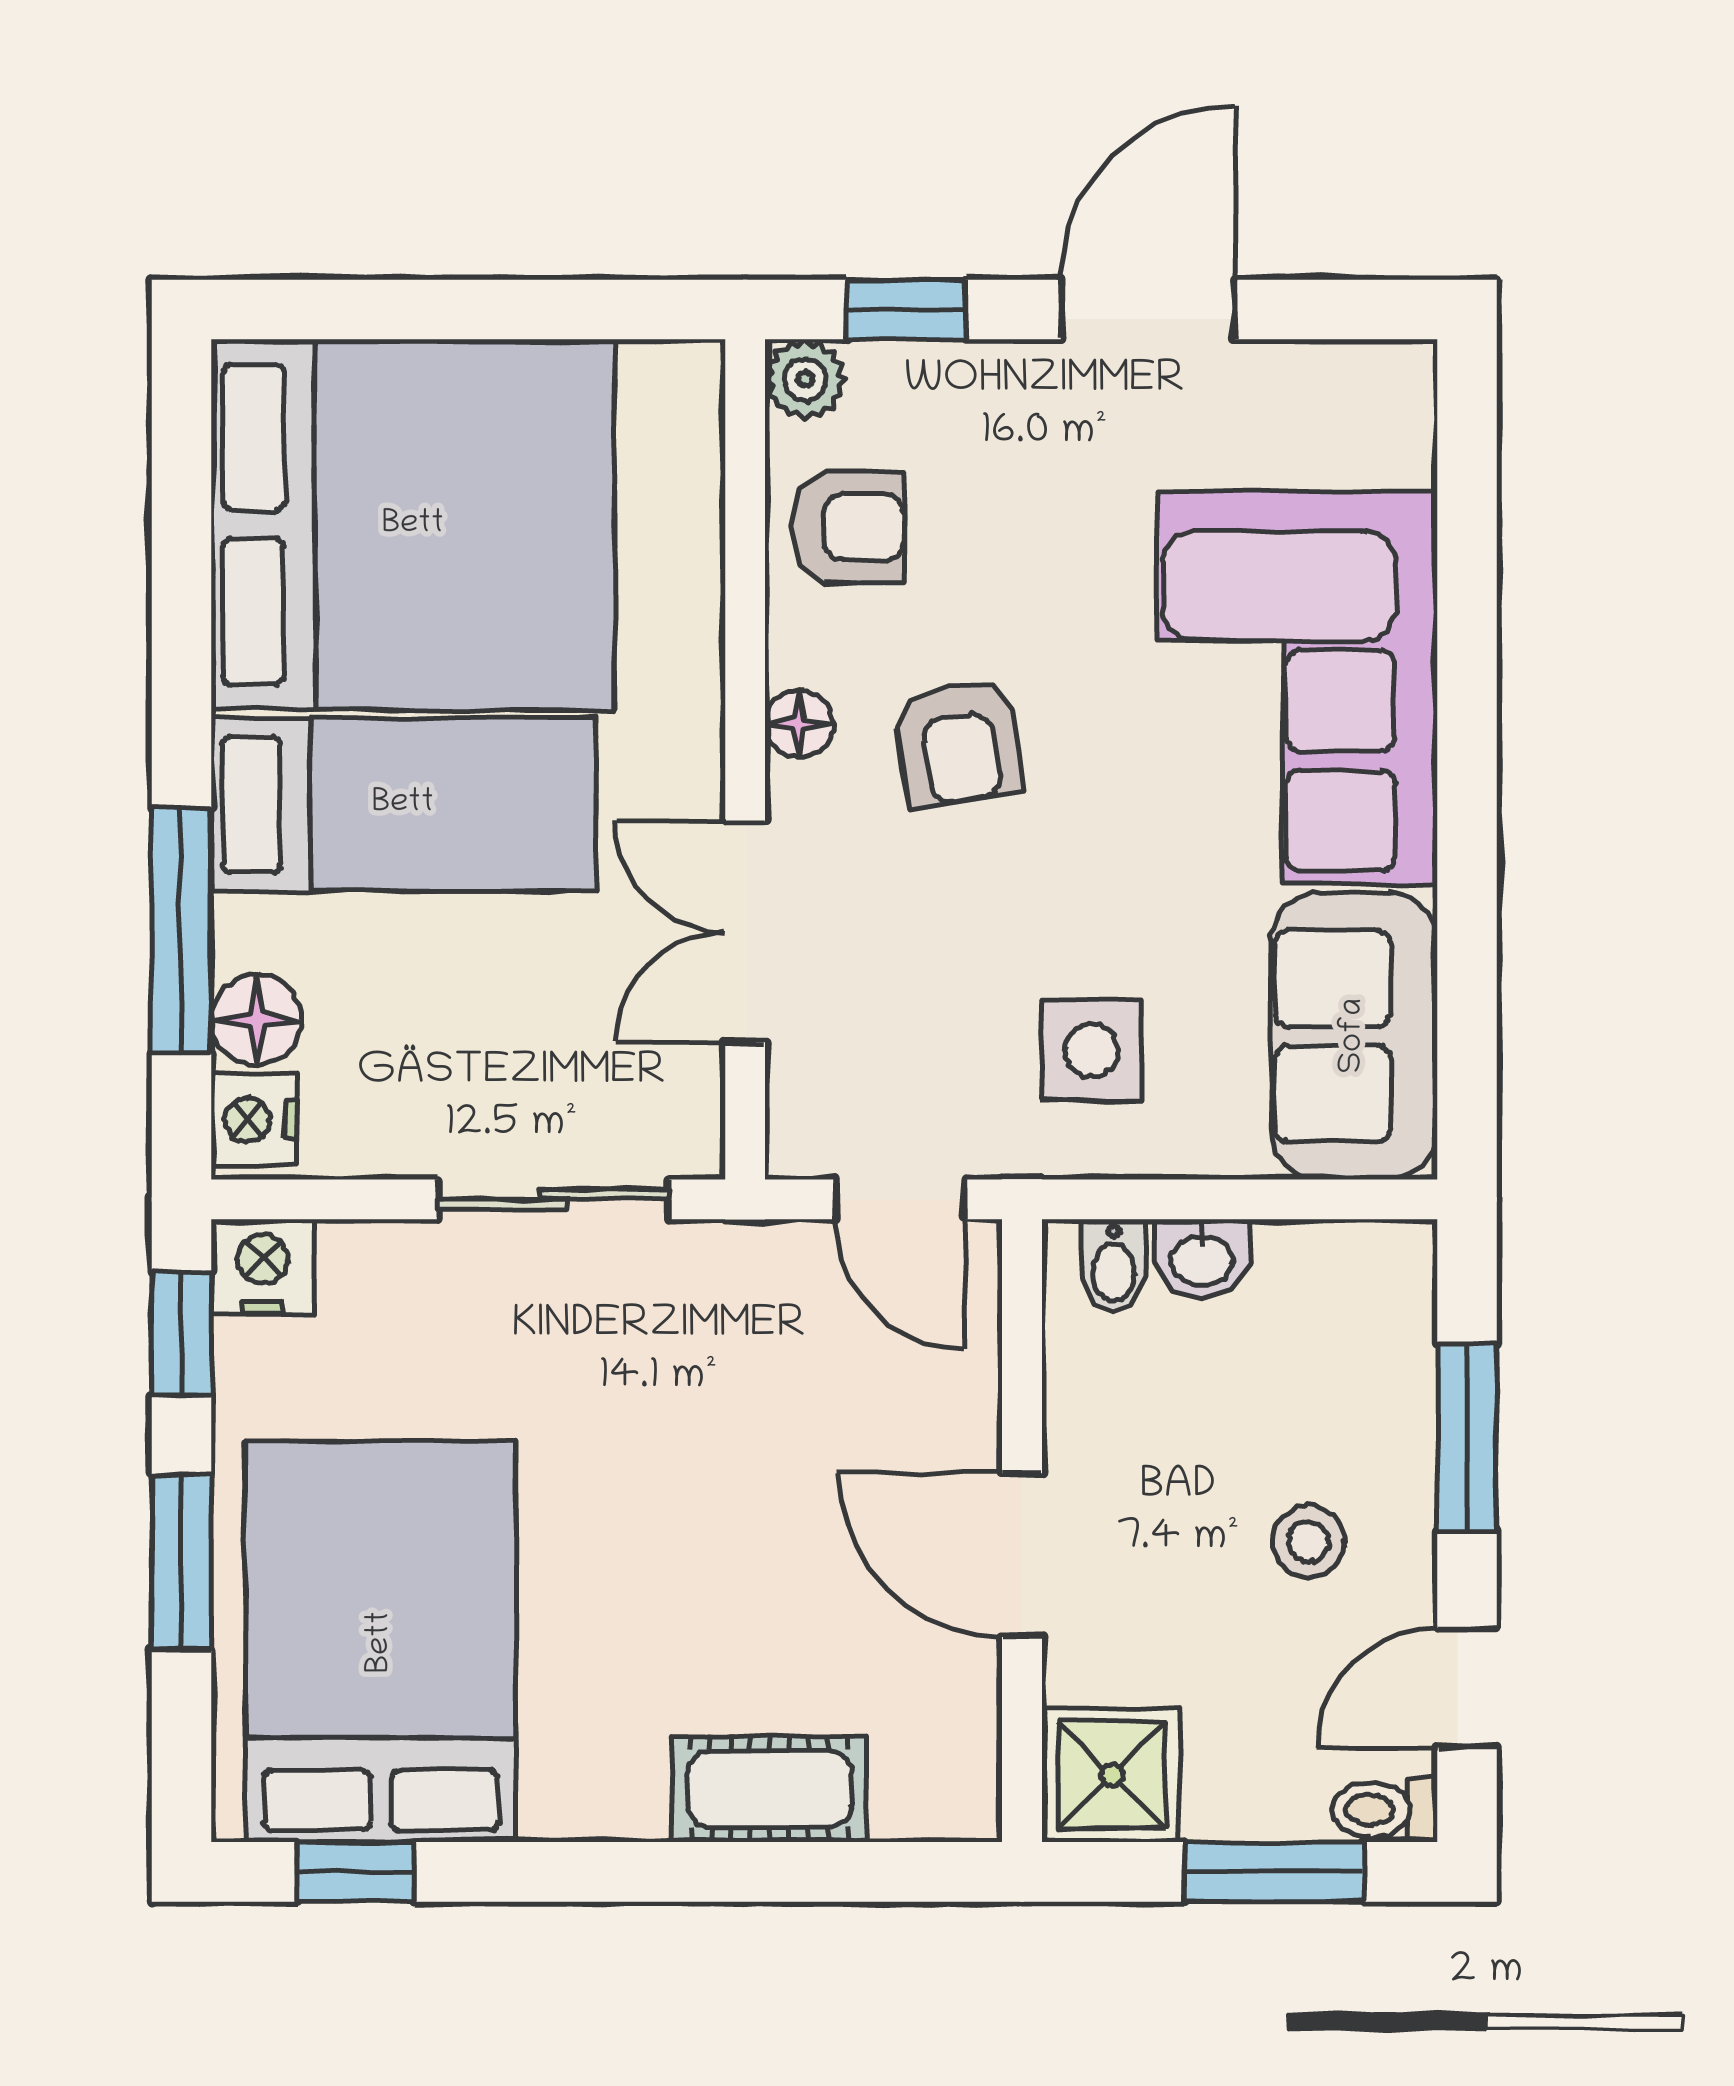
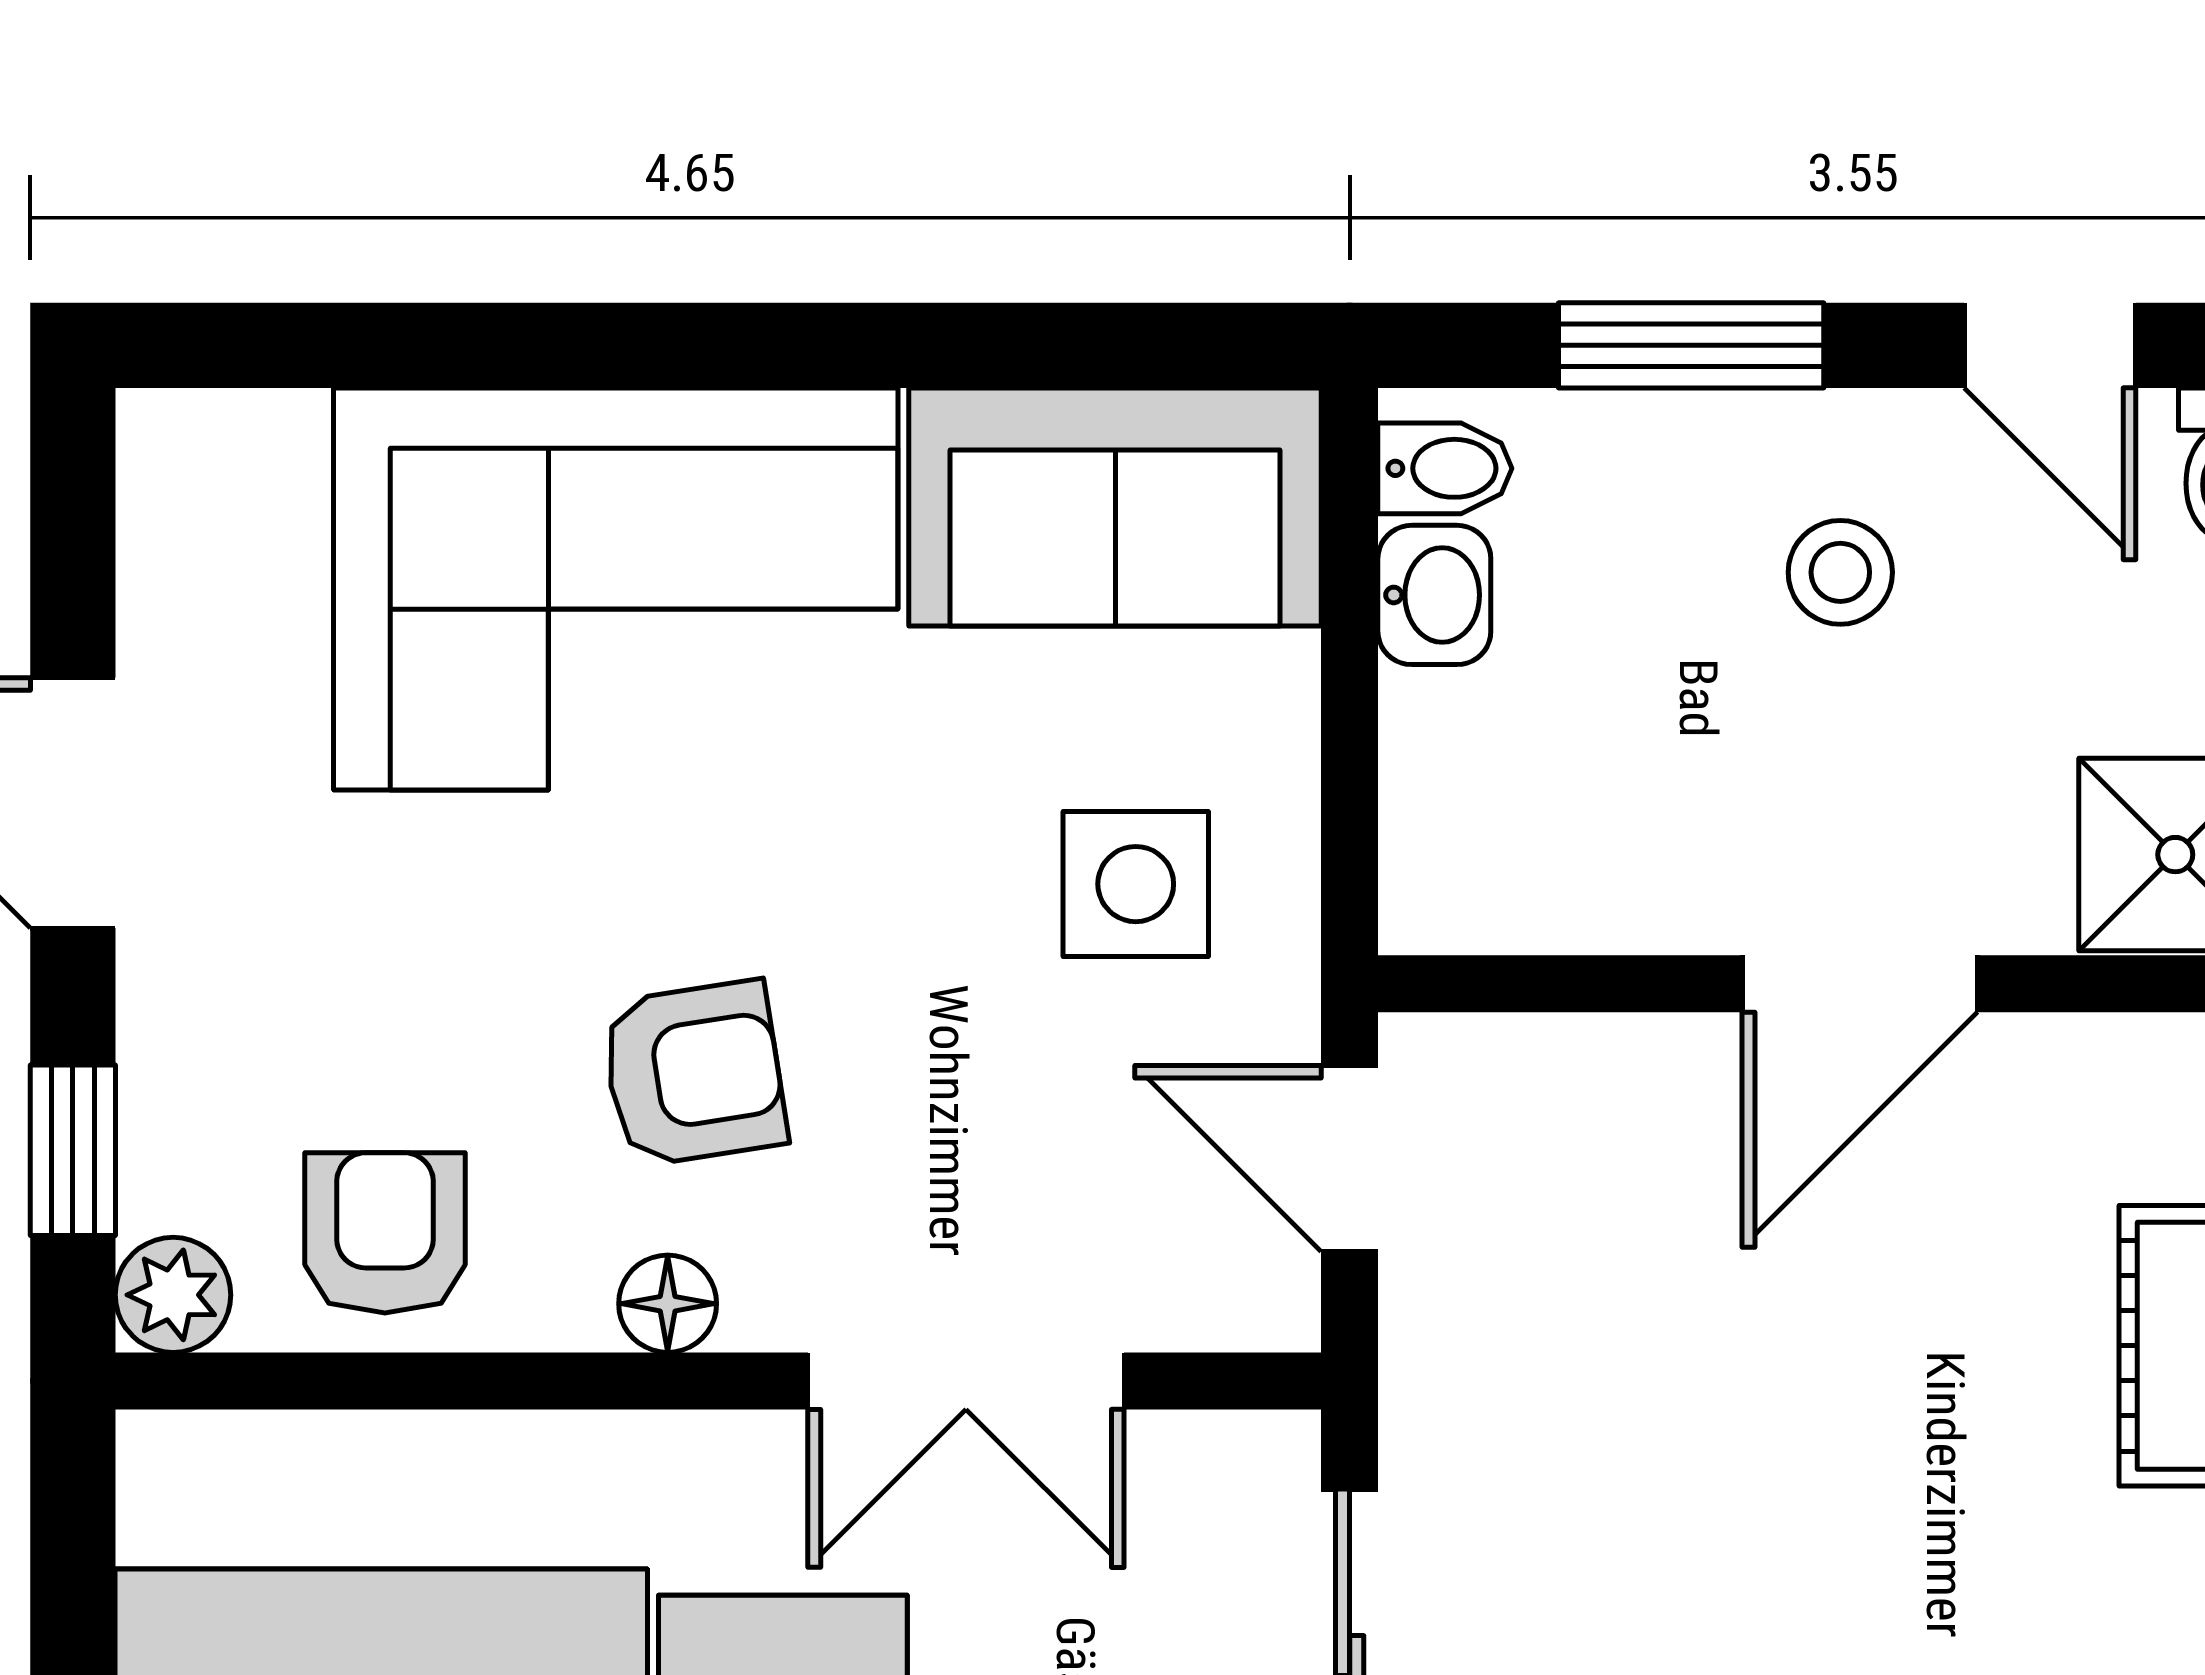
door: (900, 1199) -> (1350, 1158), swing flipped
washbasin: (1202, 1259) -> (1434, 595), moved
bidet: (1114, 1266) -> (1445, 468), moved

